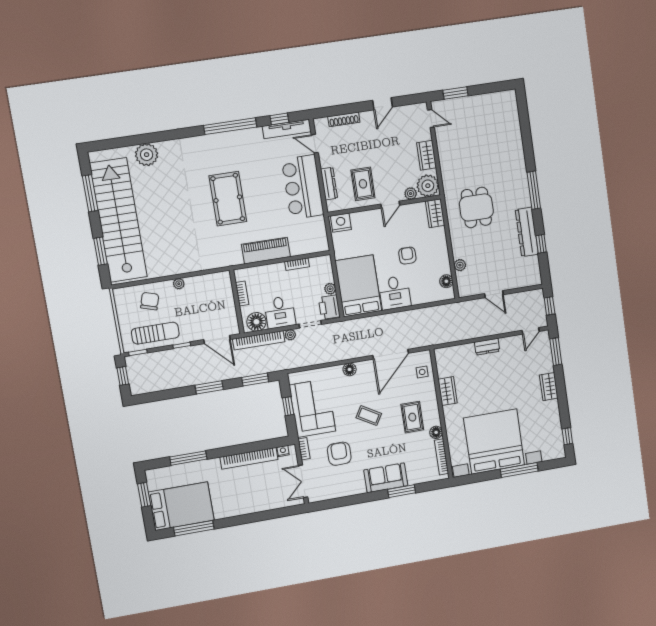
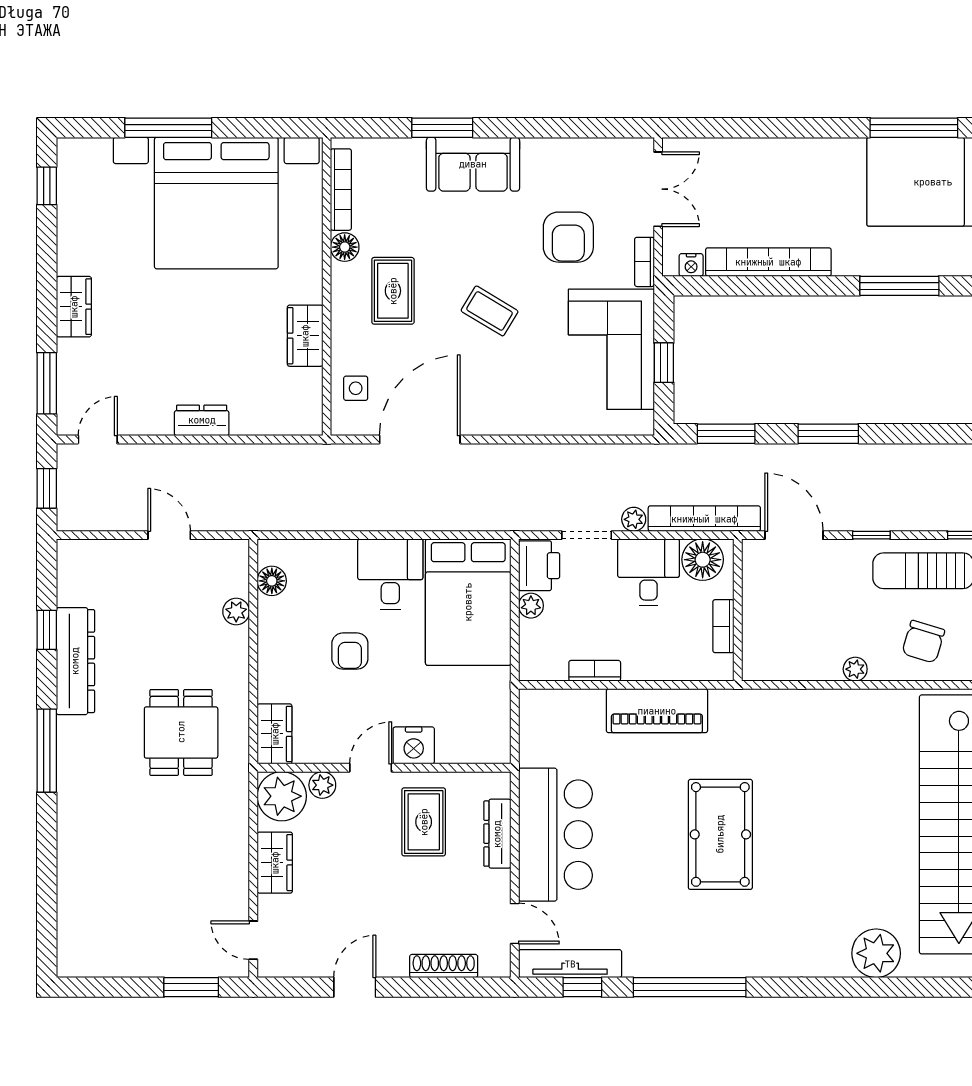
nightstand: (341, 223) -> (414, 745), moved
floor lamp: (350, 369) -> (516, 421), removed

